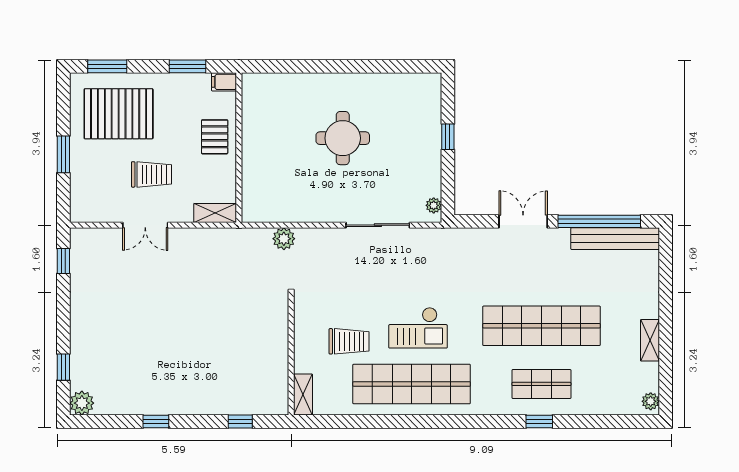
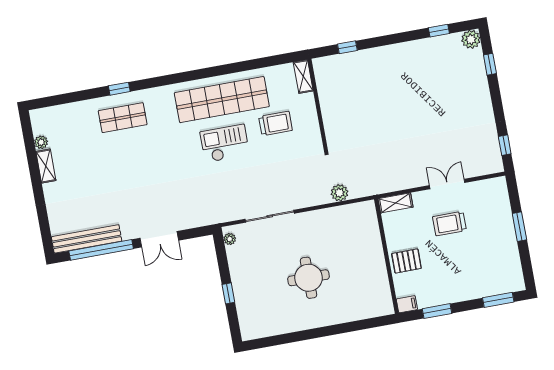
pallet: (119, 114) -> (483, 265), removed
pallet: (215, 137) -> (406, 261), turned 90
shop shelf: (541, 326) -> (131, 162), removed
trolley: (349, 341) -> (275, 124), turned 180
plant: (651, 401) -> (41, 142), moved
window: (156, 421) -> (439, 31), moved

